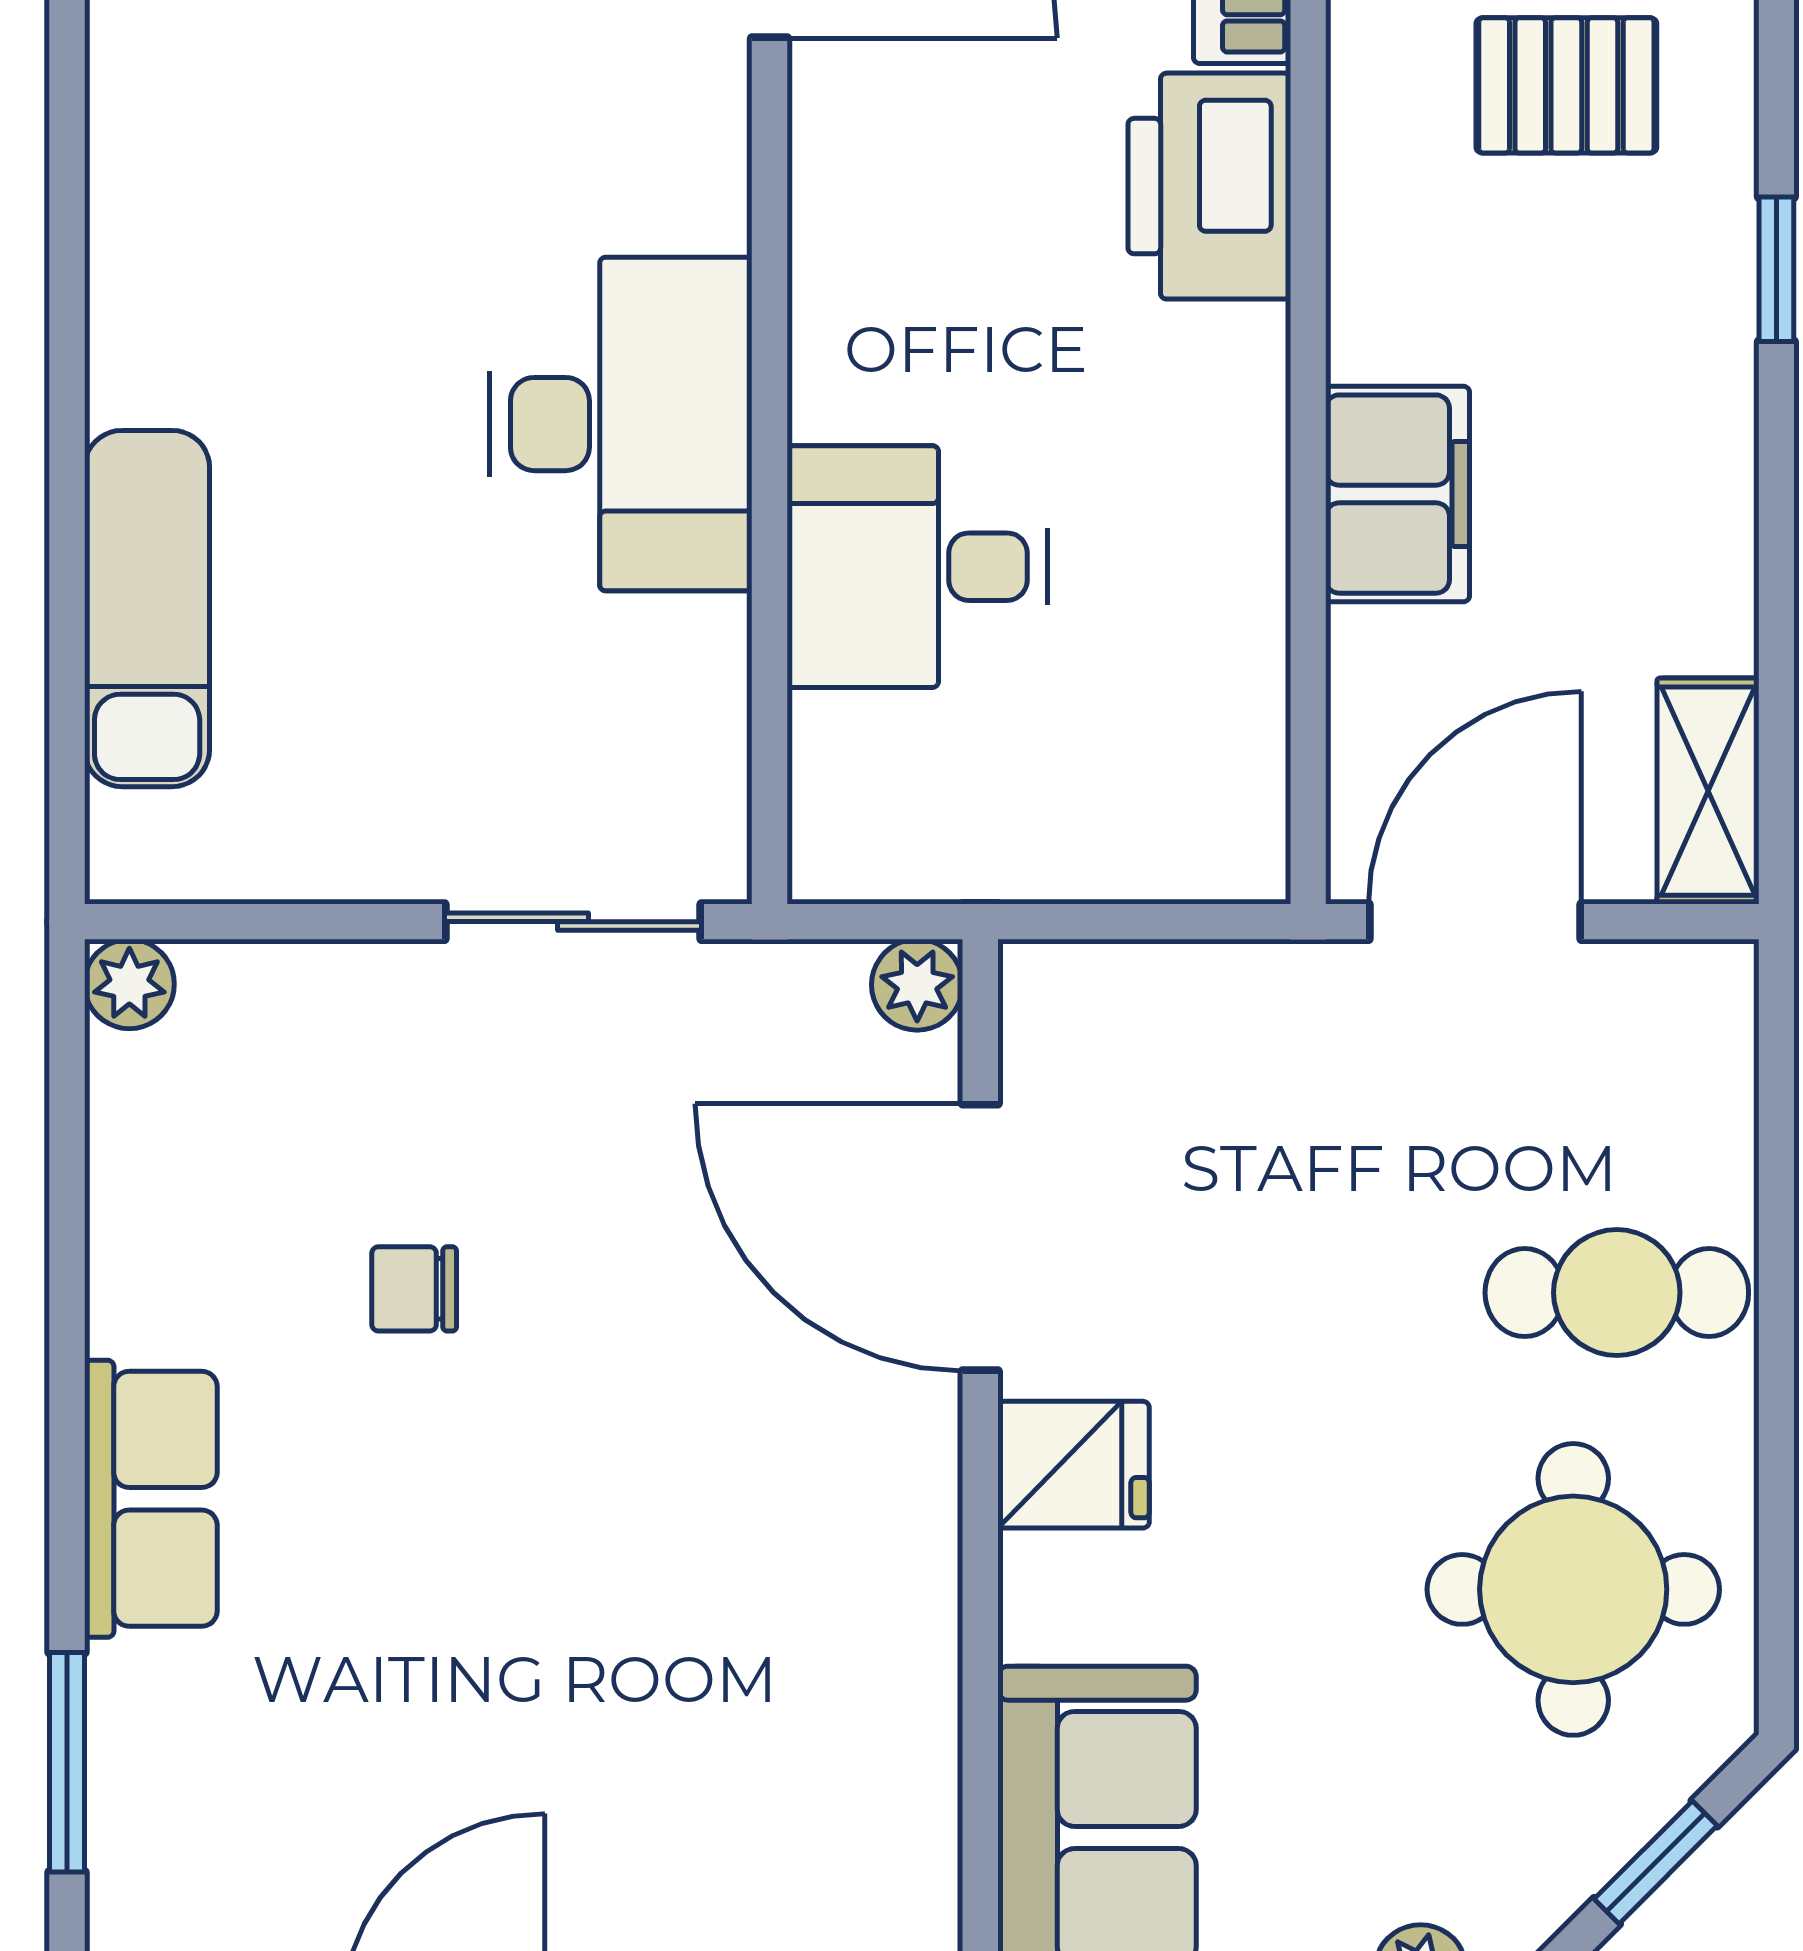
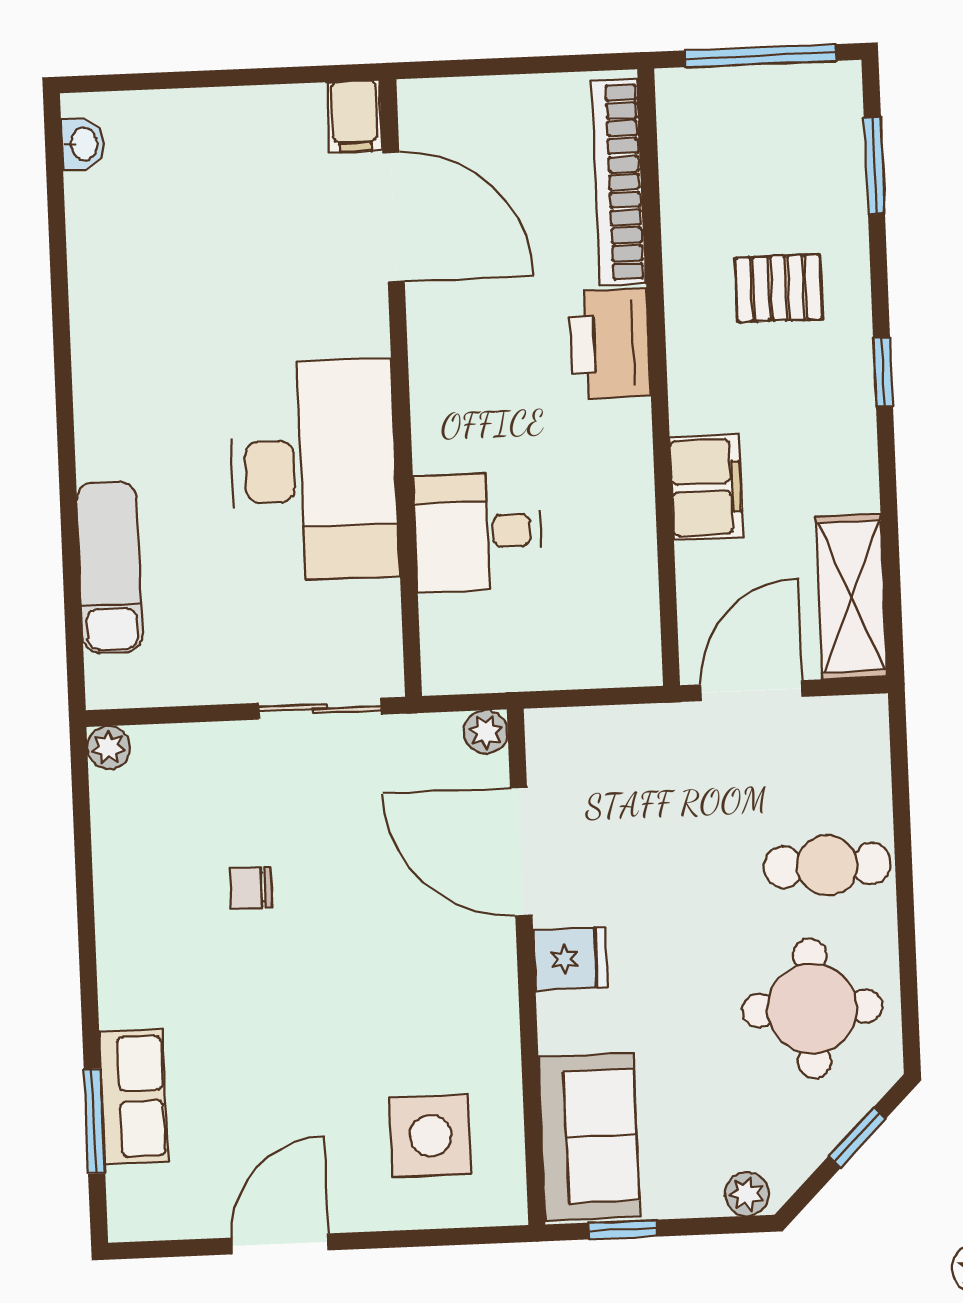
desk: (621, 424) -> (314, 470), width x1.36, depth x1.30
shelving: (1708, 791) -> (851, 597), width x1.50, depth x1.33
row of seats: (151, 1499) -> (134, 1096), moved
side table: (766, 1822) -> (431, 1136), added

